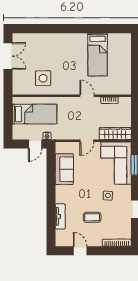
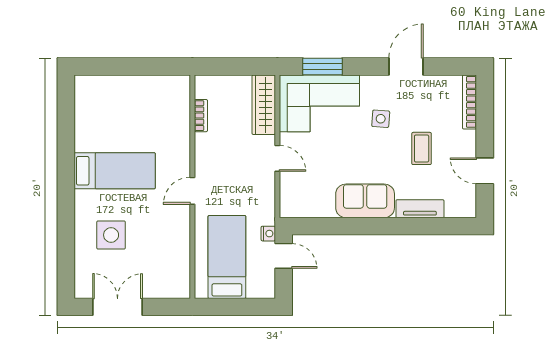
bed: (98, 55) -> (115, 171), moved
side table: (43, 78) -> (111, 235), moved
door: (87, 96) -> (192, 191), moved
sofa: (64, 169) -> (365, 201), moved
door: (80, 251) -> (485, 171), hinge flipped

